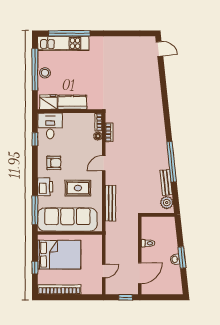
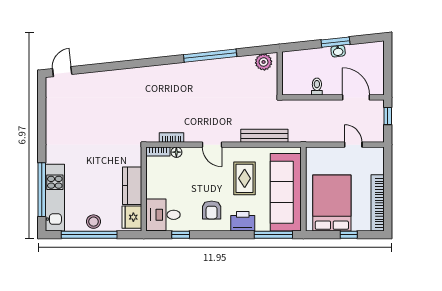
armchair: (54, 163) -> (212, 210), turned 180
bench: (166, 182) -> (237, 63), removed

